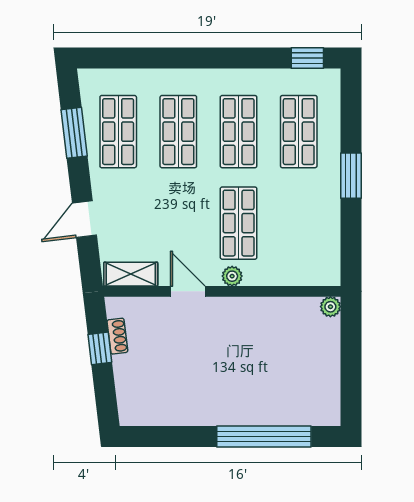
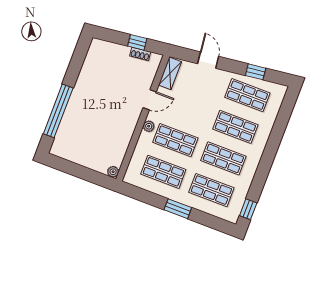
window: (74, 133) -> (256, 72), width x0.67
shop shelf: (299, 223) -> (163, 172), added

